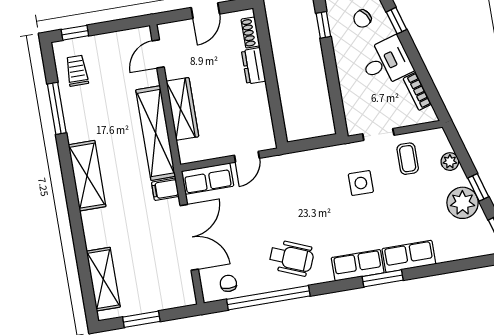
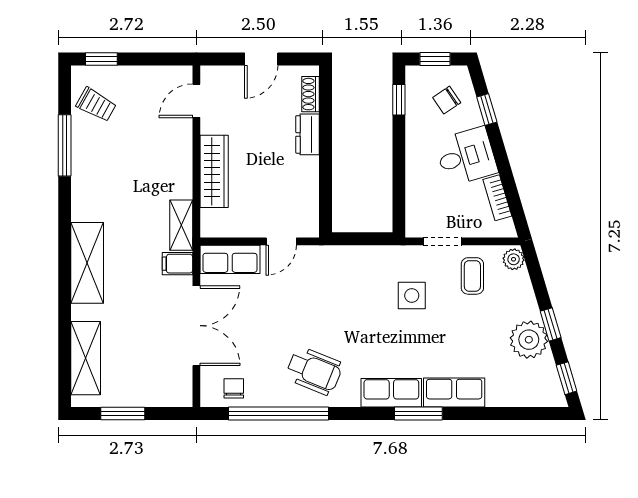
trolley: (77, 71) -> (96, 105), turned 119
shelving: (156, 133) -> (181, 225), width x0.45, depth x0.75
plant: (450, 162) -> (514, 259), moved
shelving: (87, 176) -> (87, 263), moved

